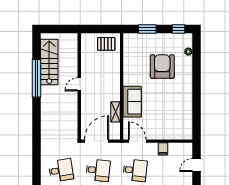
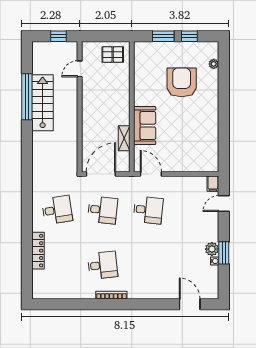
window: (62, 29) -> (59, 36), added
window: (179, 29) -> (189, 36), moved
stairs: (49, 62) -> (43, 103), moved
door: (79, 84) -> (80, 69), moved
filing cabinet: (163, 149) -> (213, 184), moved

